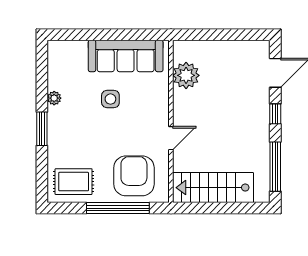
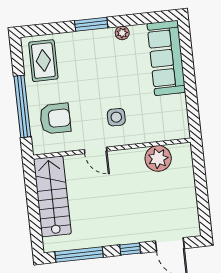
sofa: (126, 56) -> (166, 58), moved
side table: (110, 99) -> (116, 117), moved
armchair: (134, 176) -> (55, 119), width x0.73, depth x0.73

